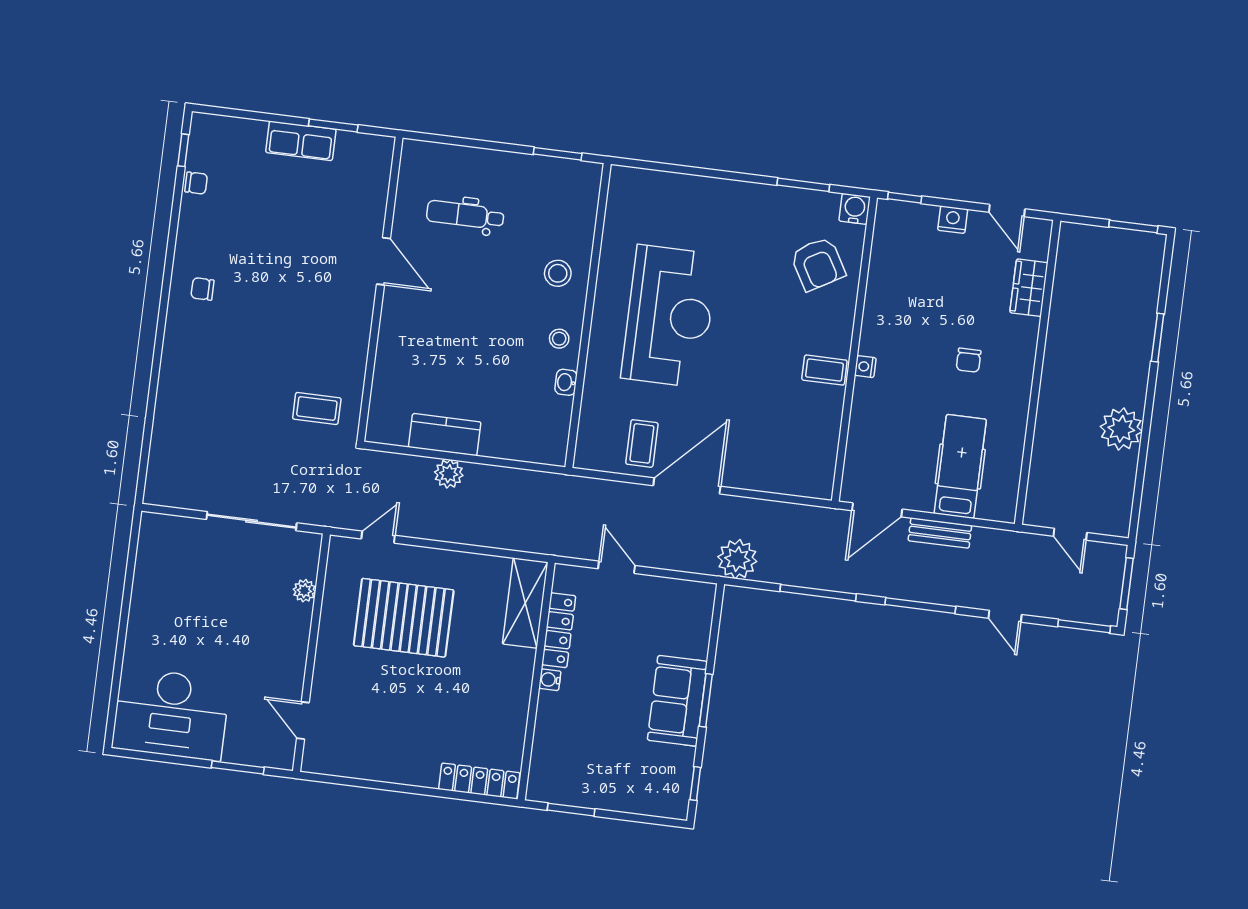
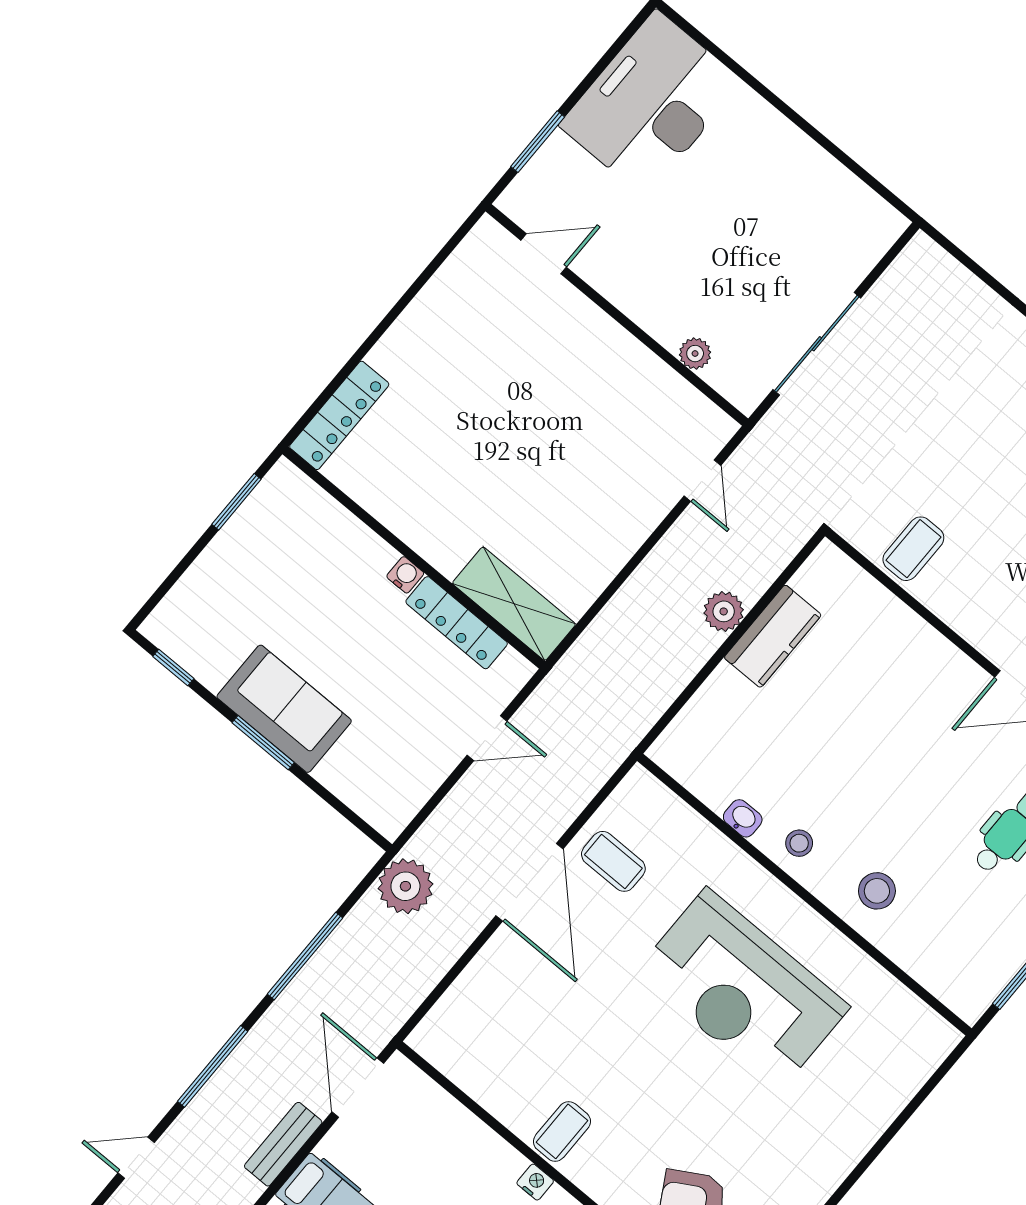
coffee table: (317, 408) -> (913, 549), moved
pallet: (404, 618) -> (588, 450), removed

